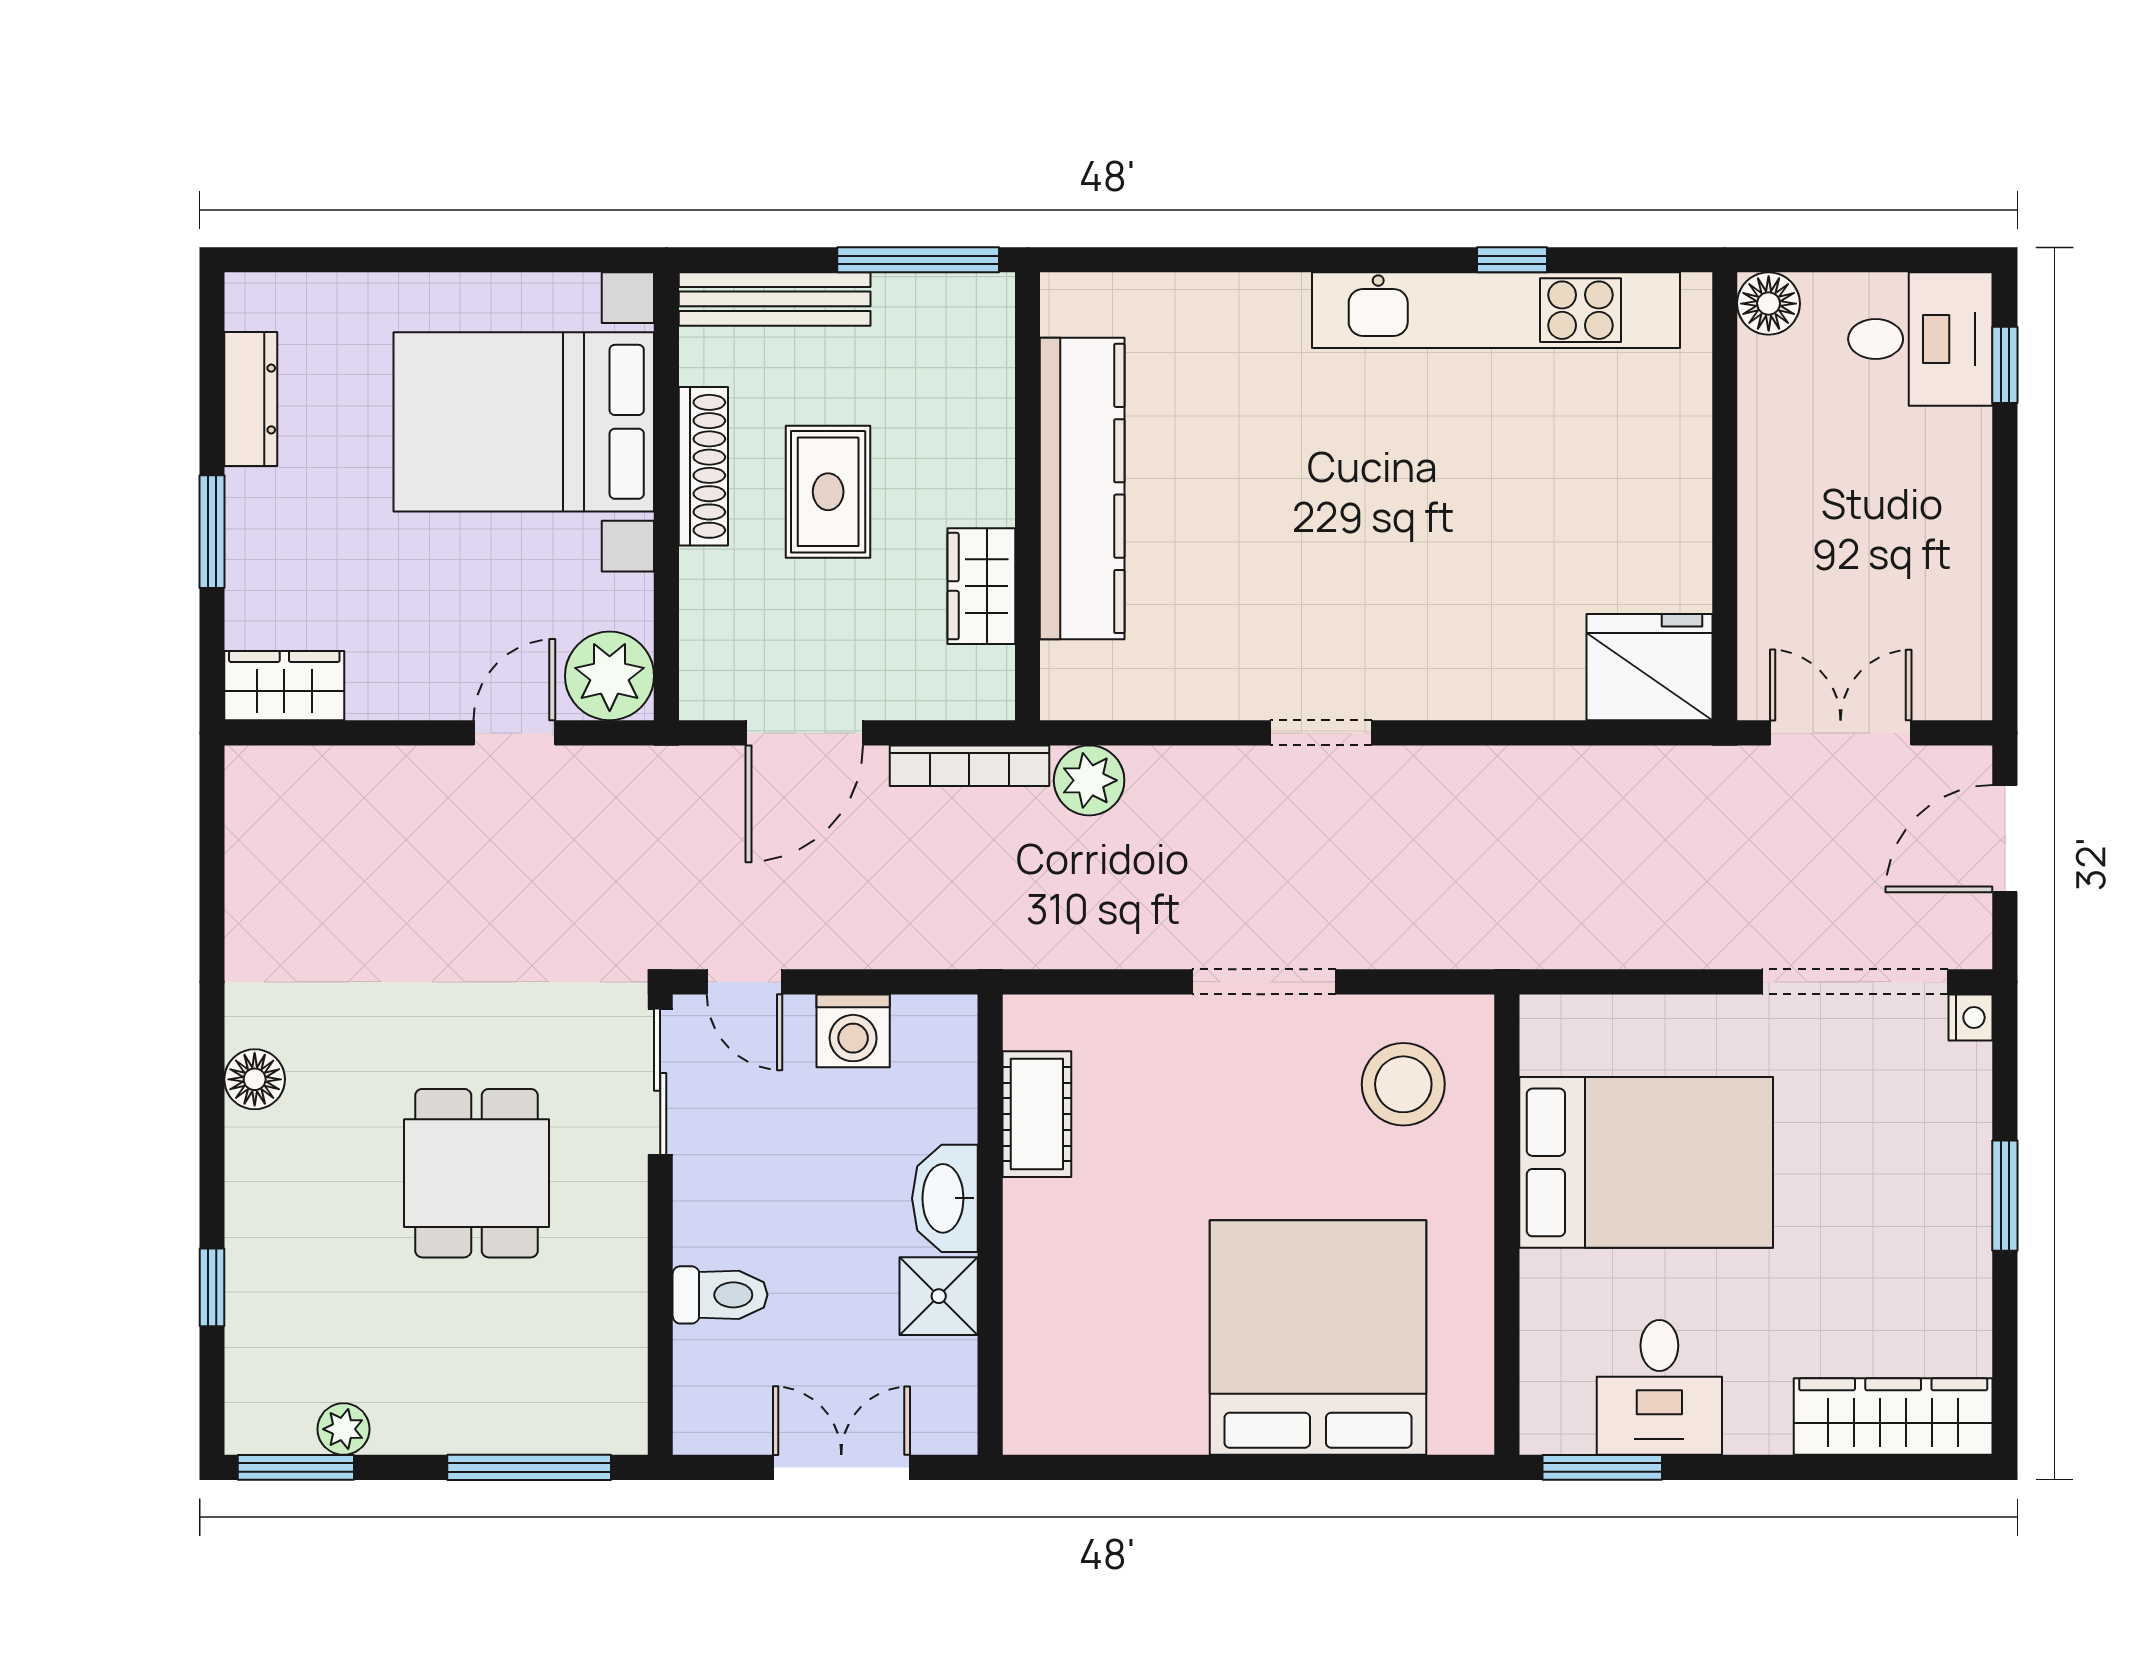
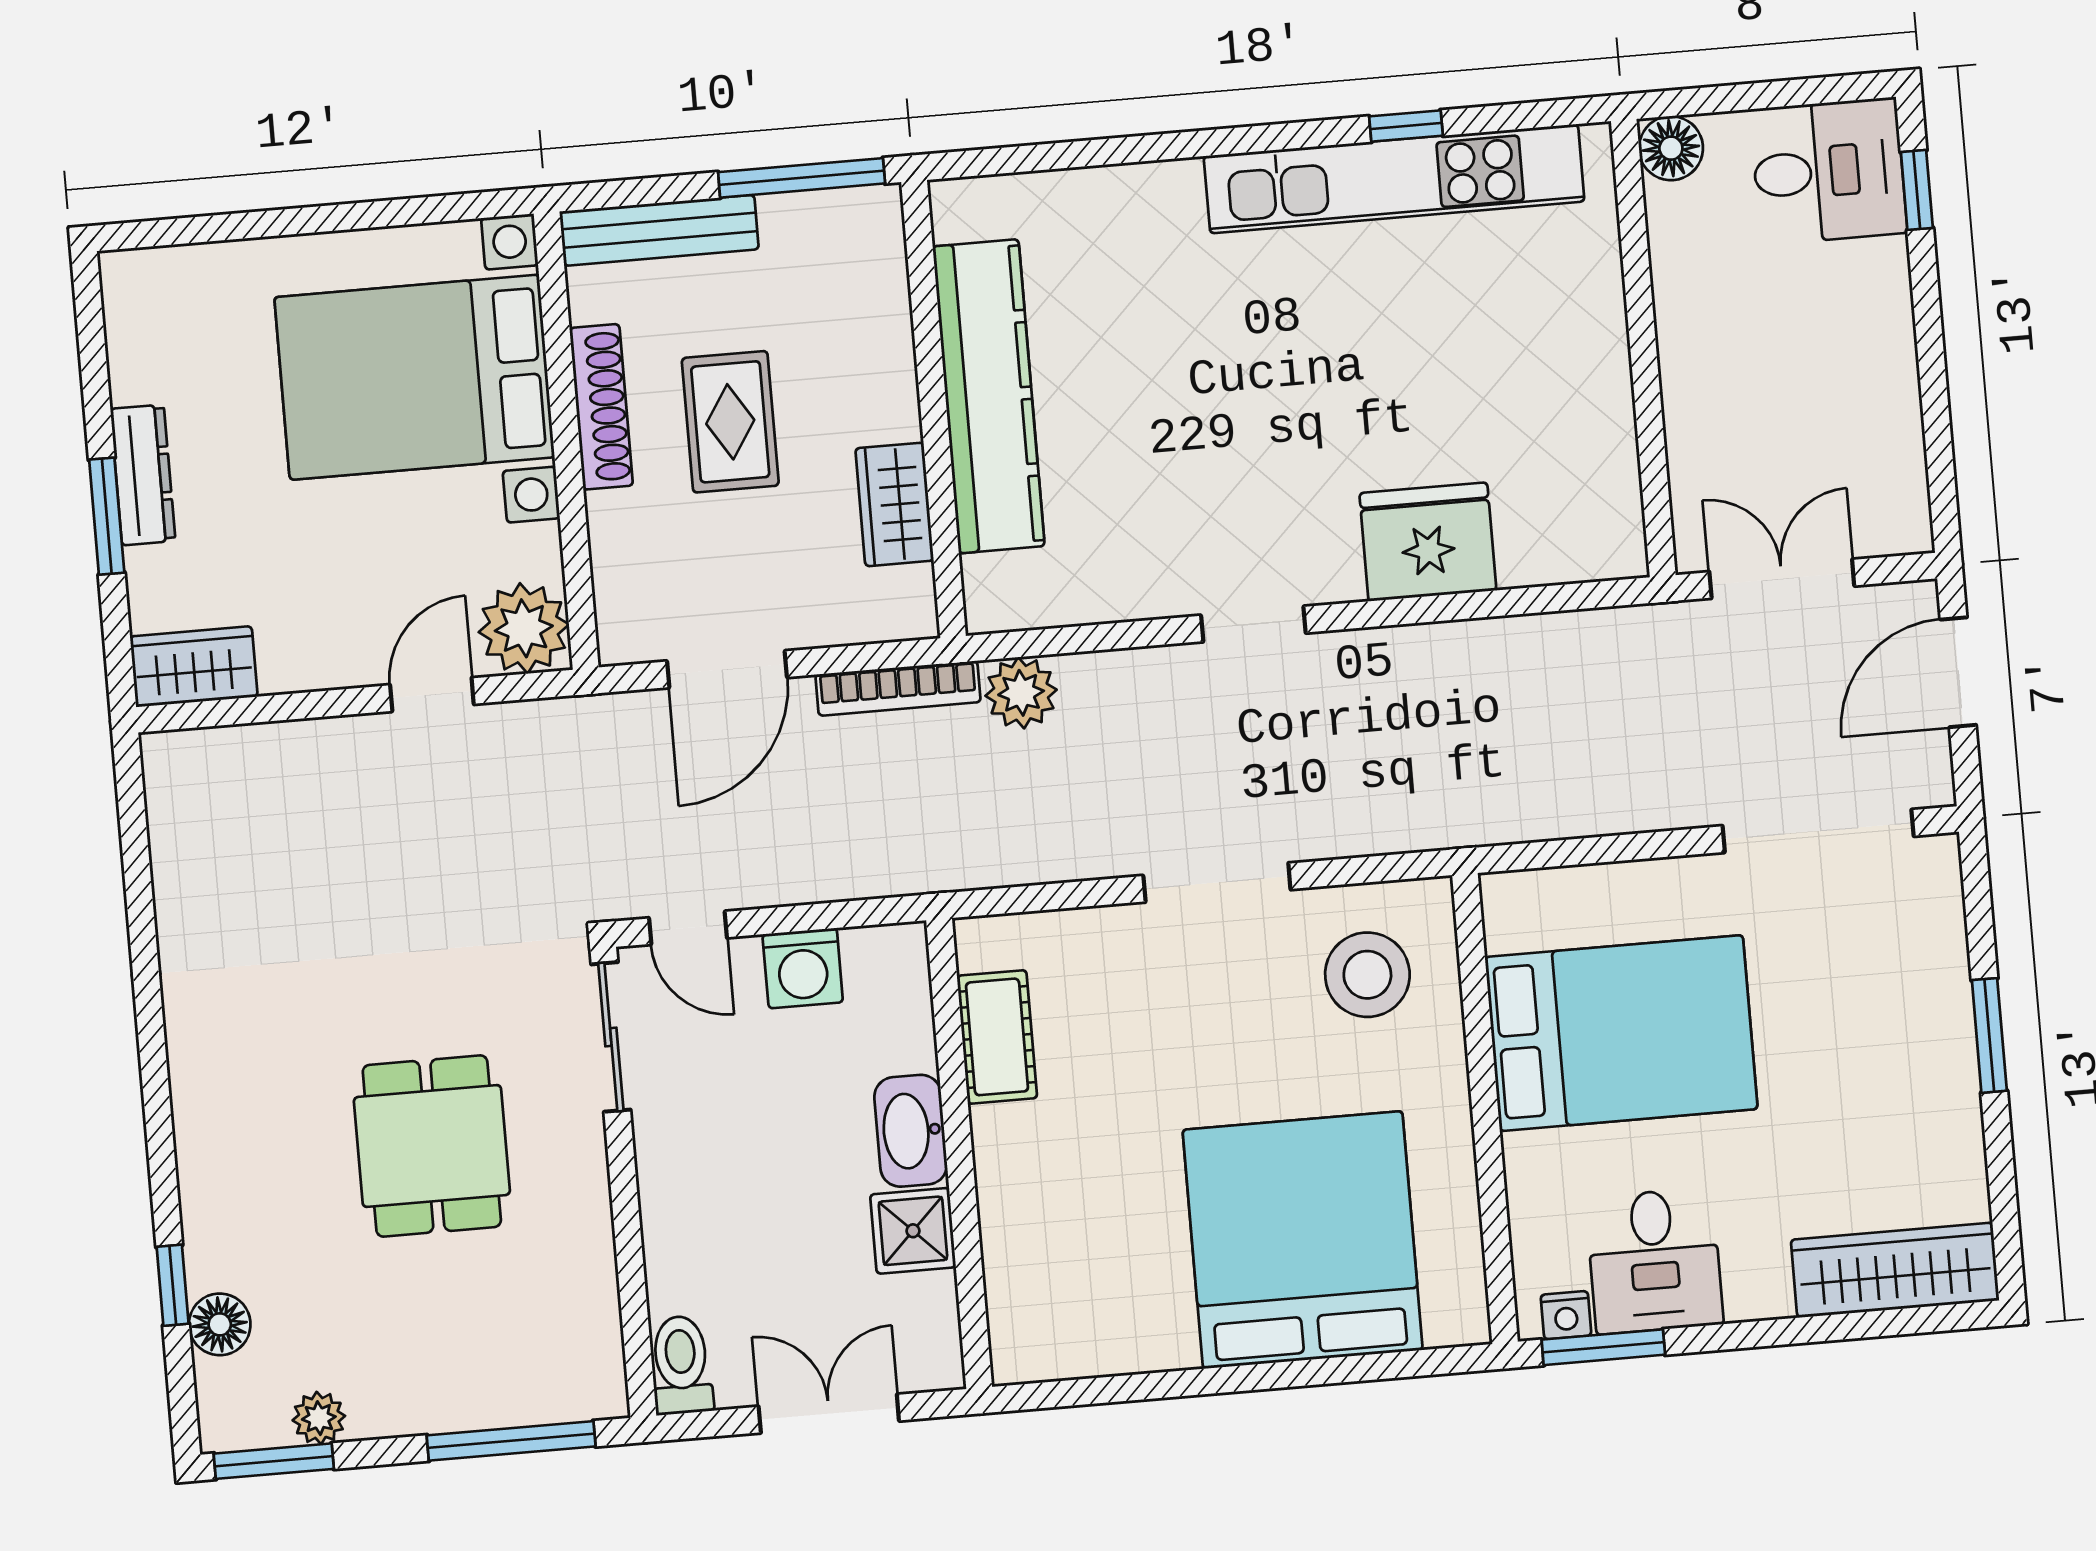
dresser: (251, 399) -> (143, 475), moved
fridge: (1649, 667) -> (1428, 542), moved
nightstand: (1970, 1017) -> (1566, 1315), moved, turned 90
floor lamp: (255, 1079) -> (220, 1324), moved
toilet: (720, 1295) -> (681, 1365), moved, turned -90

